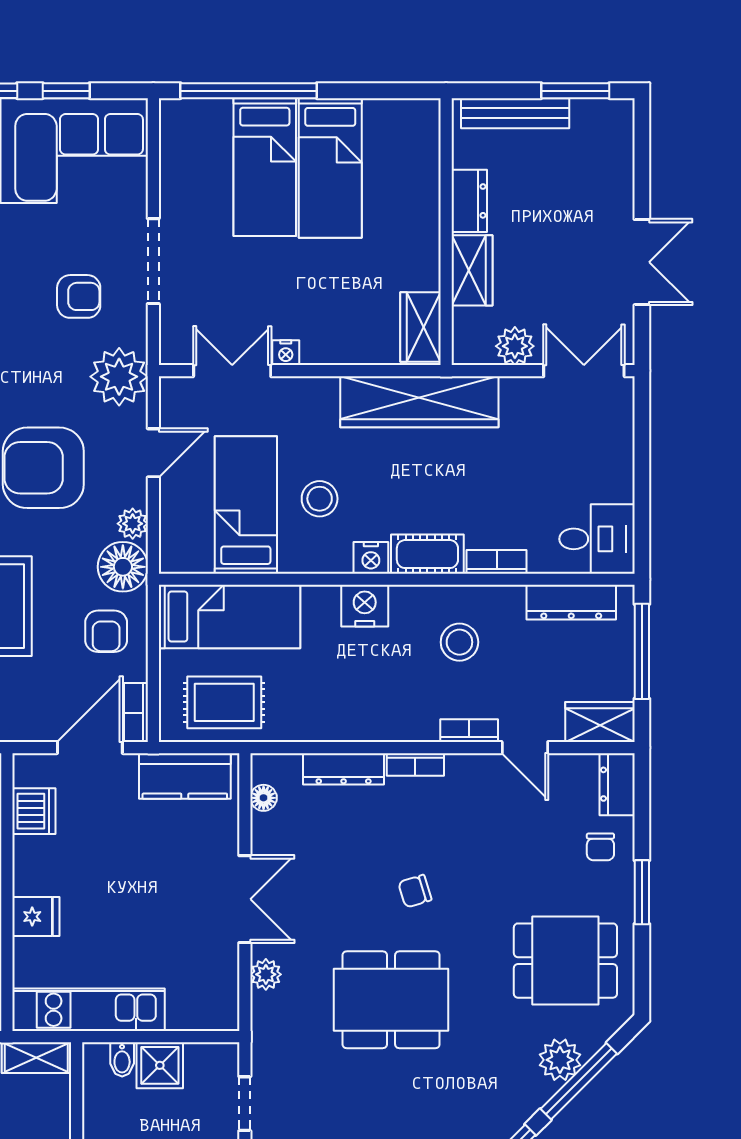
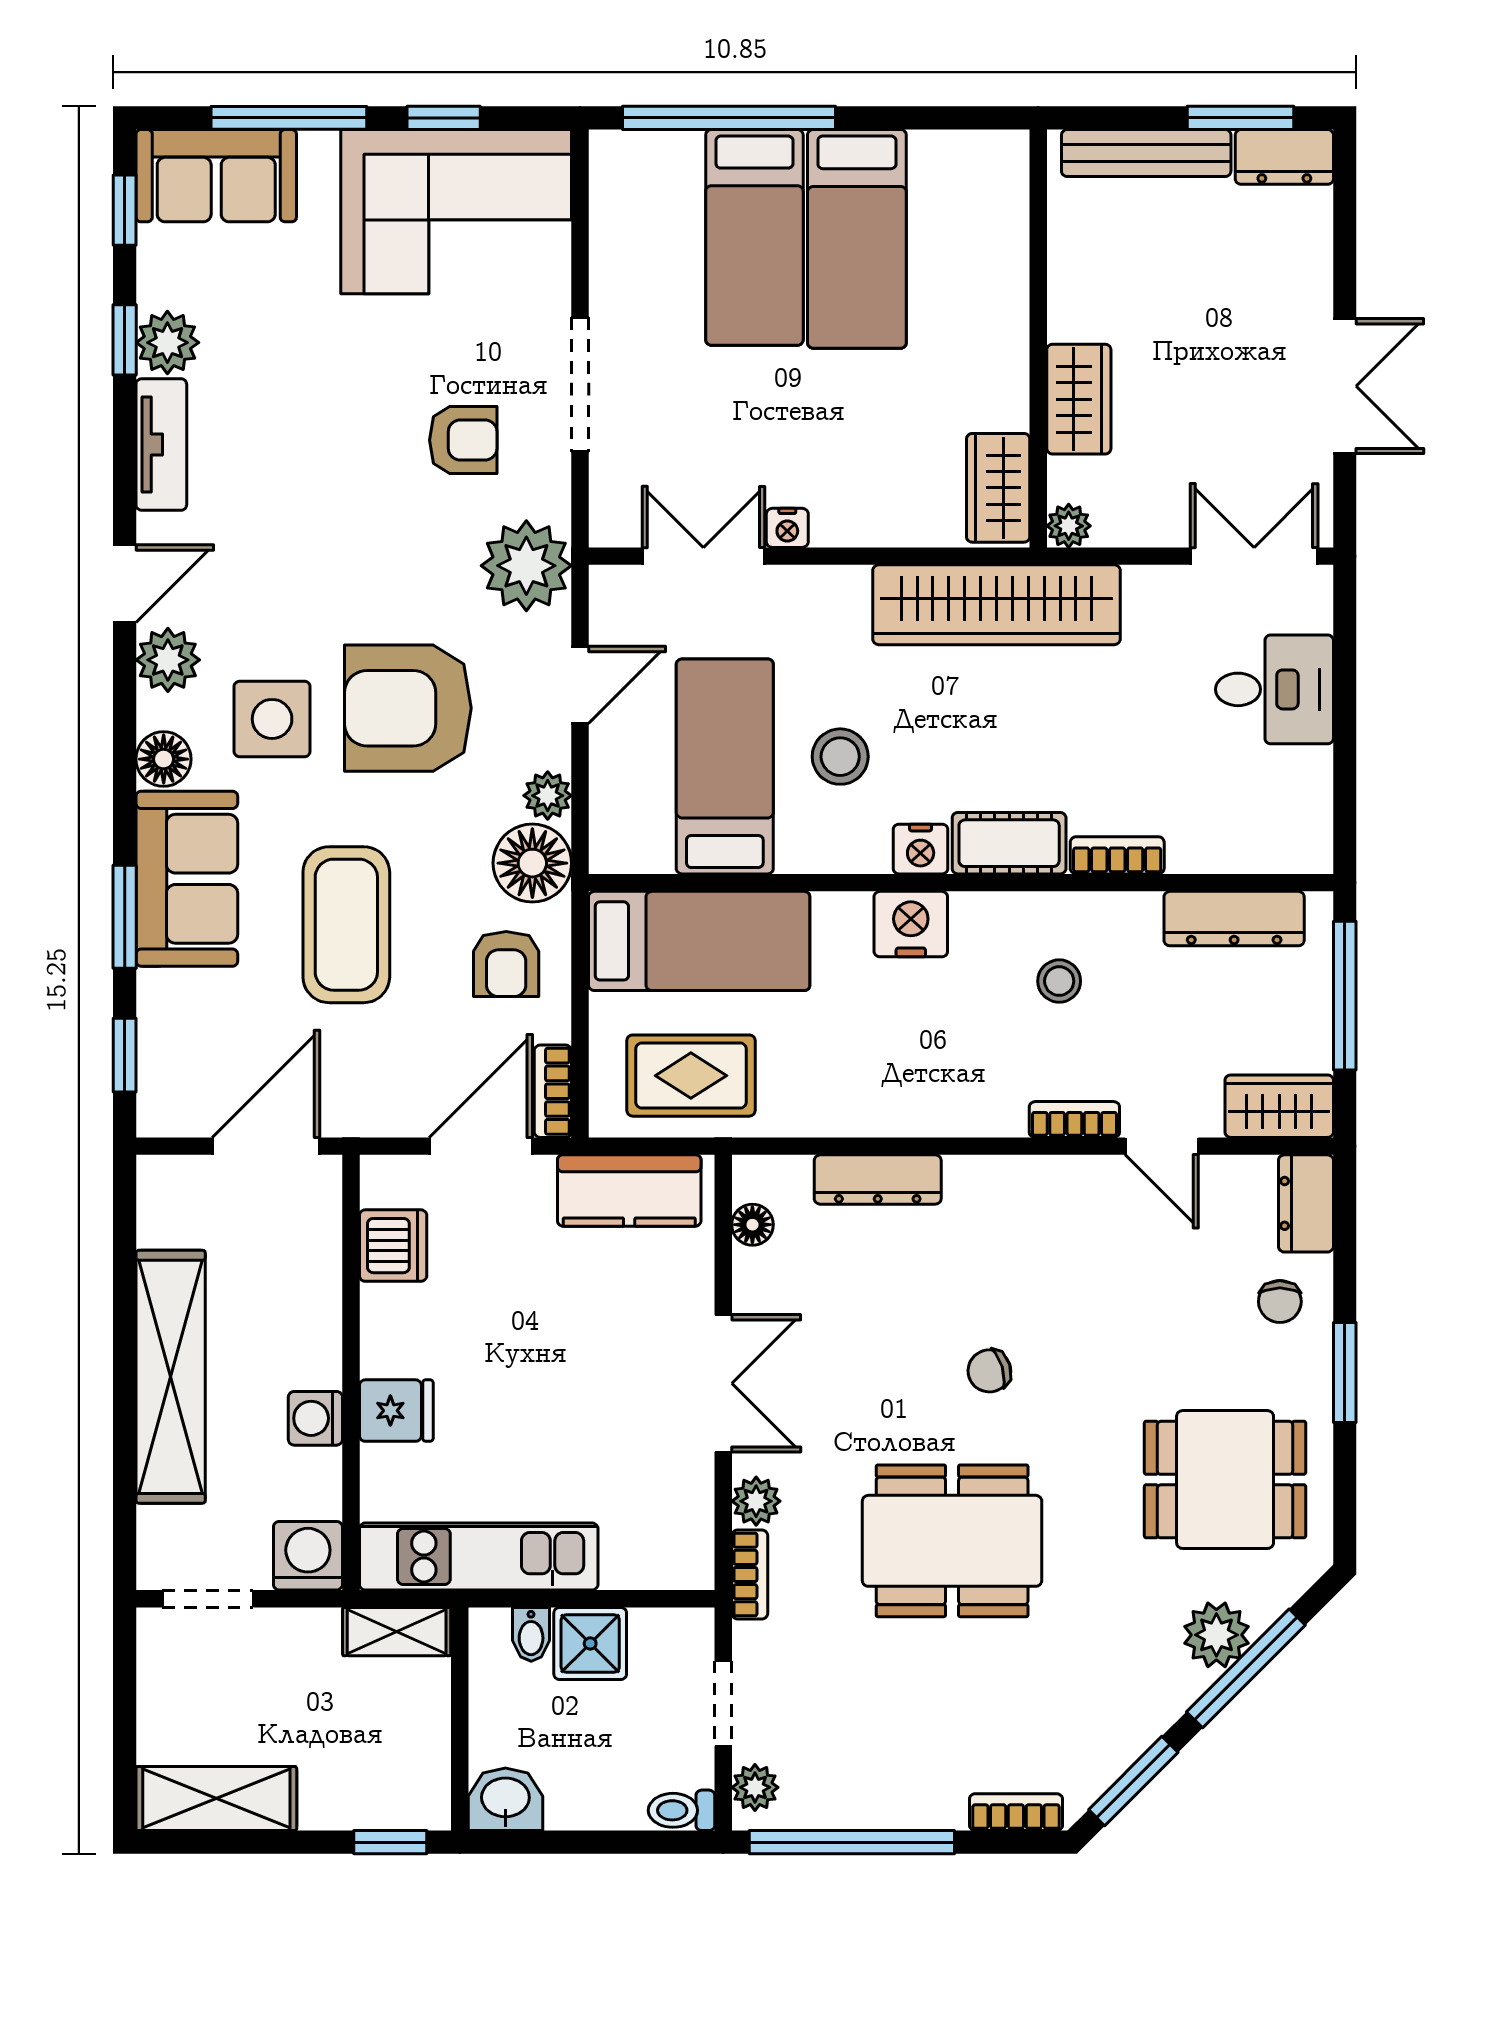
dresser: (469, 201) -> (1284, 157), moved, turned 90
plant: (515, 346) -> (1069, 526), moved, width x0.73, depth x0.73
desk: (597, 539) -> (1274, 689), moved
stool: (459, 642) -> (1059, 981), width x0.73, depth x0.73
bookcase: (415, 764) -> (750, 1575), moved, turned -90

